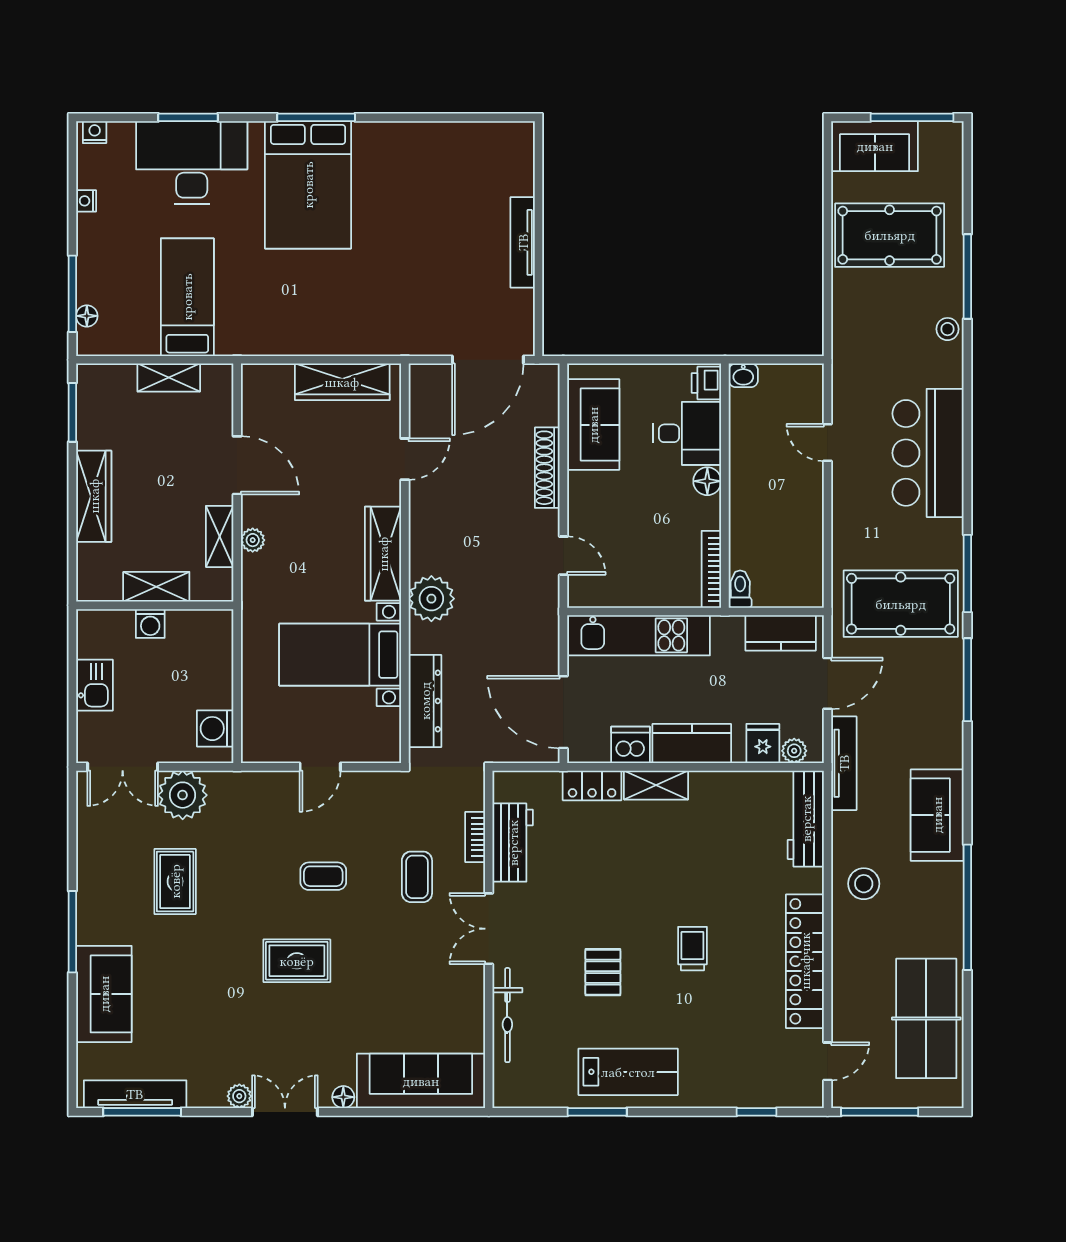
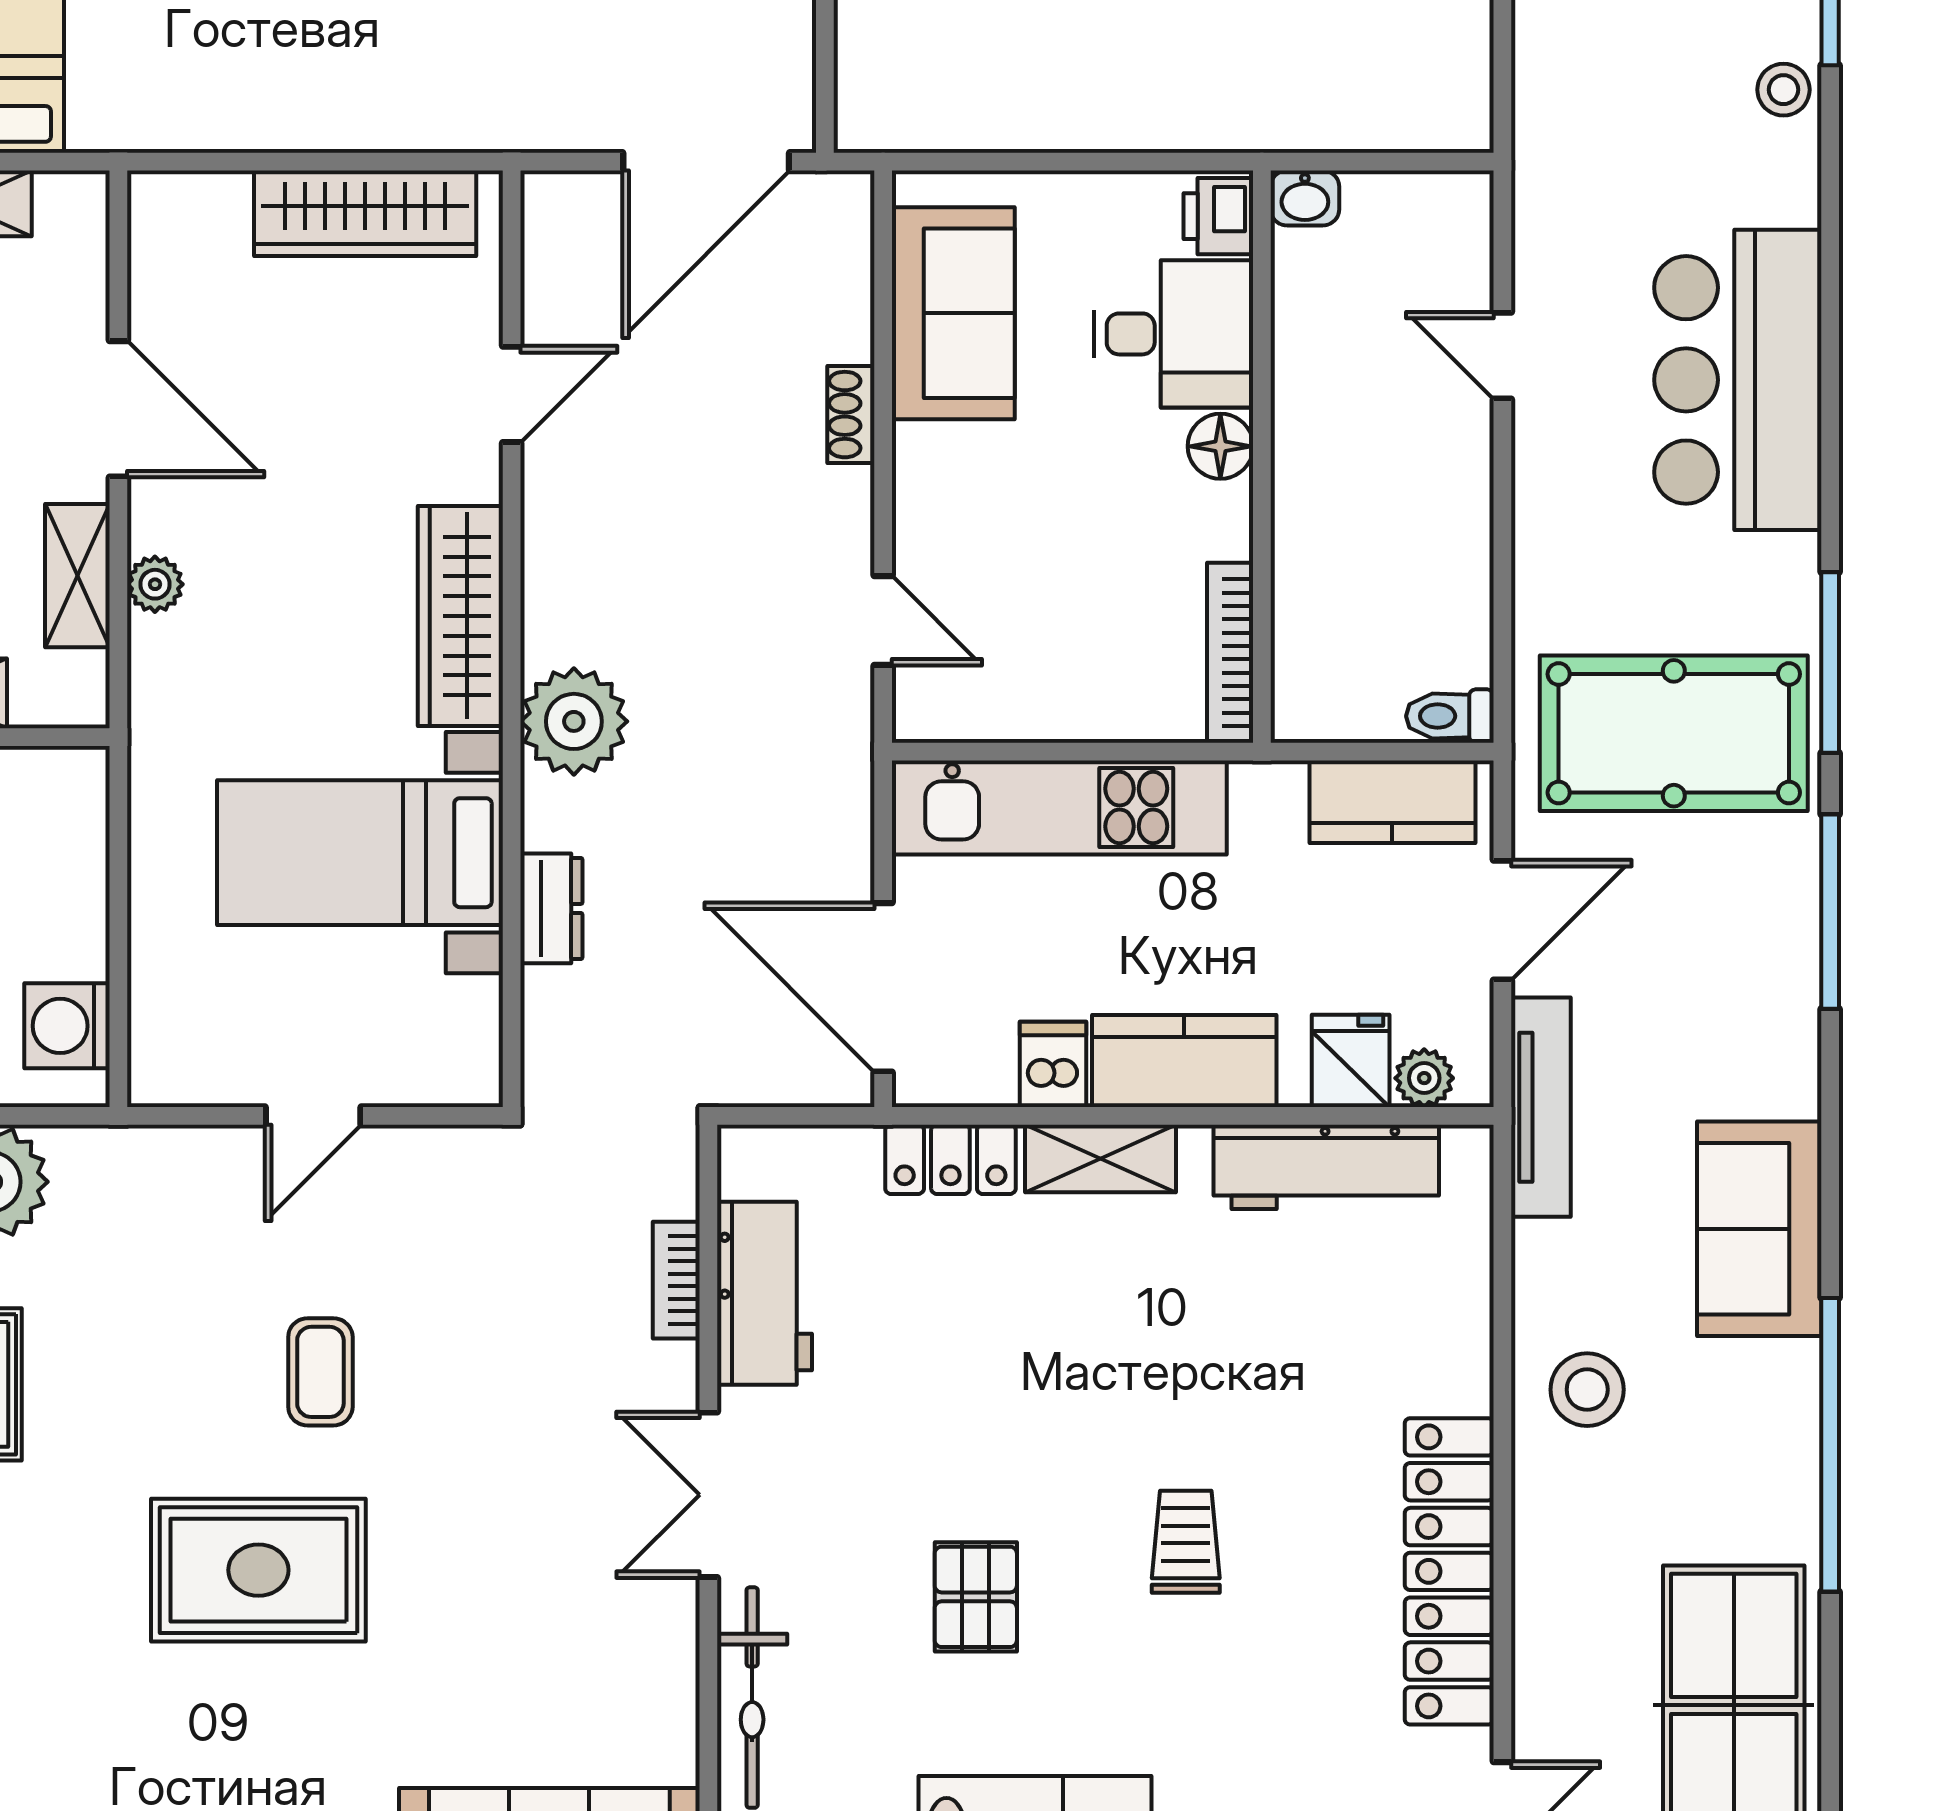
shoe rack: (547, 468) -> (851, 415), width x0.51, depth x0.81
toilet: (740, 589) -> (1450, 716), moved, turned -90
dresser: (425, 701) -> (551, 908), width x0.51, depth x0.80
dishwasher: (631, 745) -> (1053, 1064), width x0.73
workbench: (806, 819) -> (1326, 1167), moved, turned -90
coffee table: (323, 876) -> (320, 1372), turned 90
coffee table: (417, 877) -> (540, 1374), removed
rug: (297, 961) -> (258, 1570), width x1.36, depth x1.43

